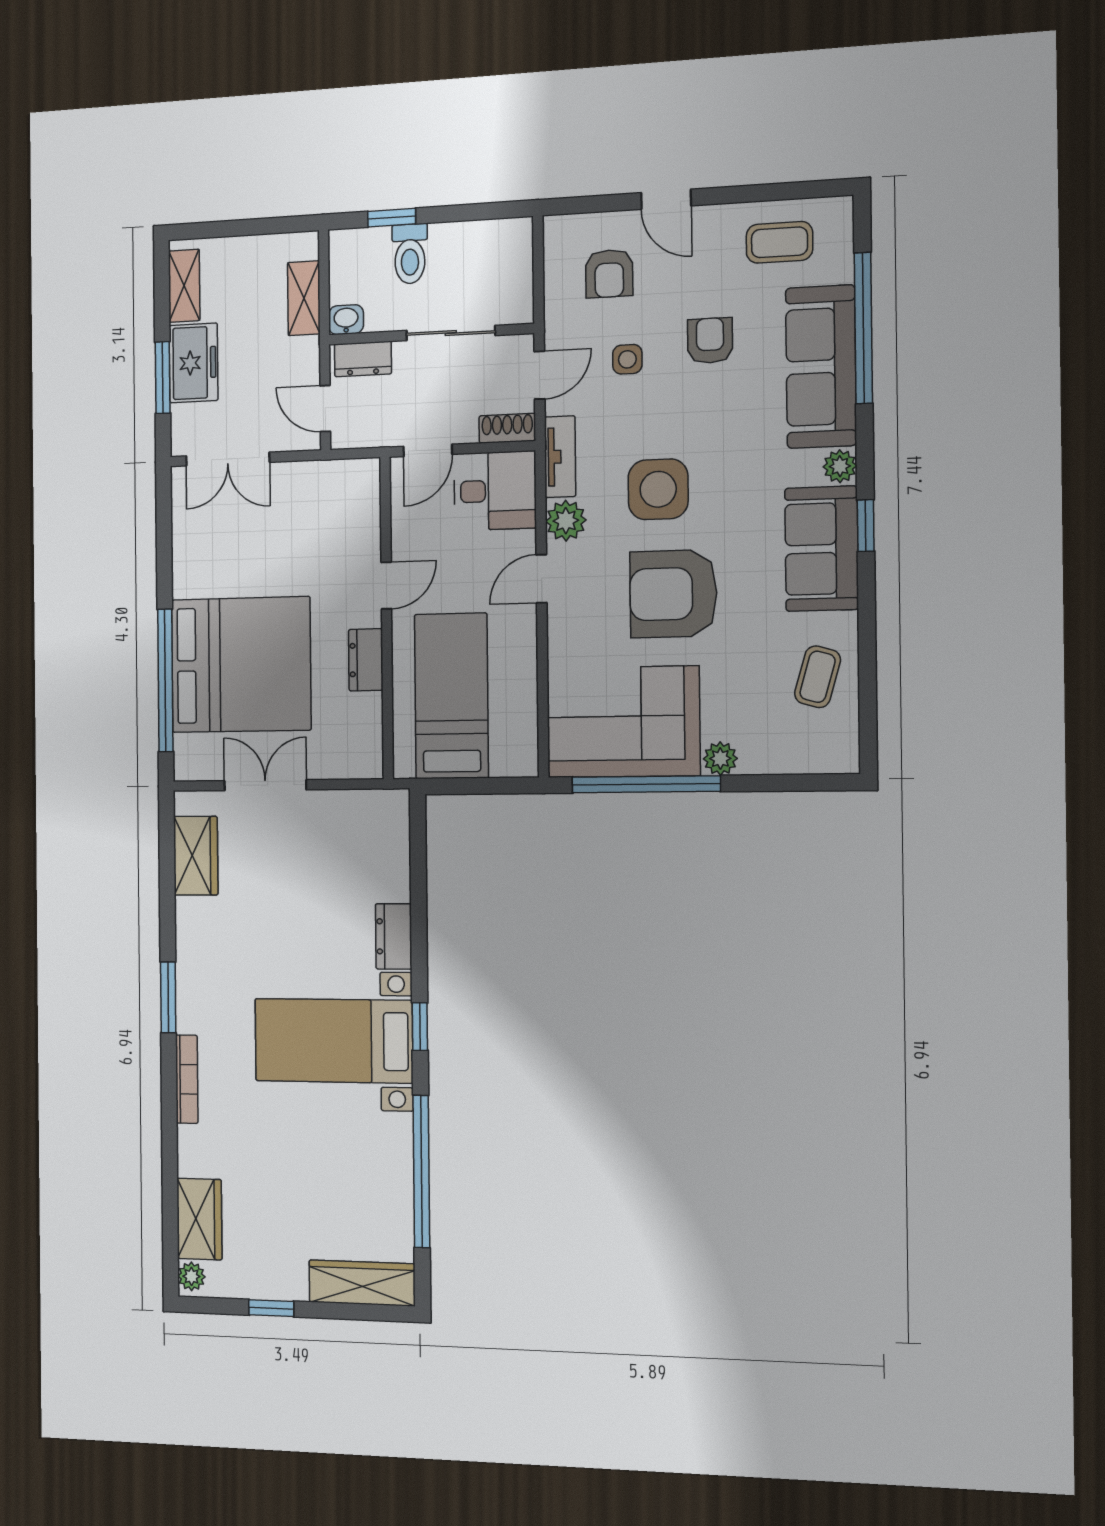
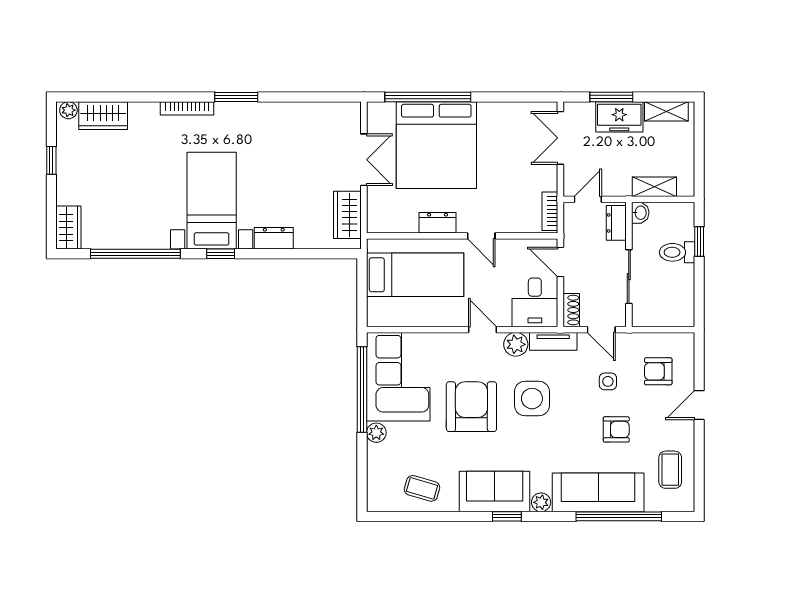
bookcase: (345, 472) -> (550, 211), added
wardrobe: (196, 856) -> (347, 215), moved, turned 90
wardrobe: (362, 1283) -> (68, 228), width x0.67

